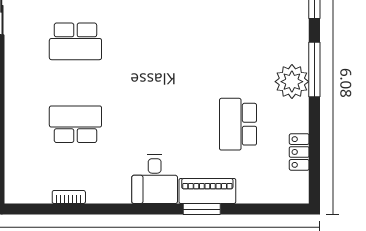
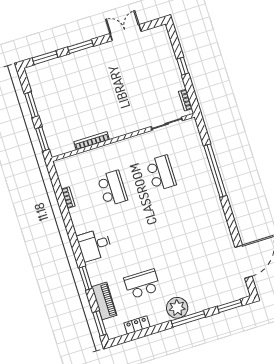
school desk: (75, 41) -> (161, 173), turned 180
piano: (207, 191) -> (104, 301), moved
window: (279, 209) -> (100, 323), added

